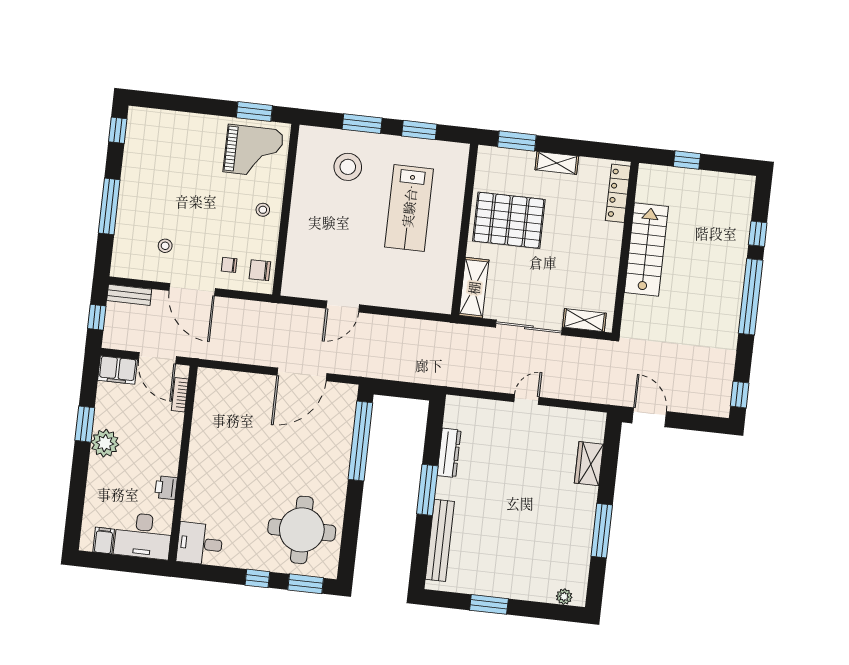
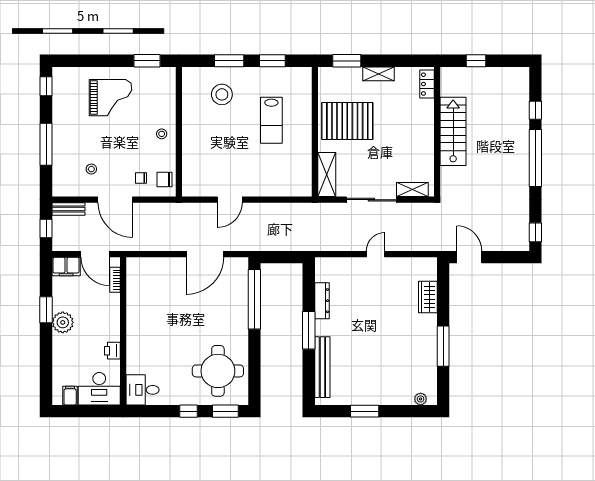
grand piano: (253, 151) -> (111, 98), moved
locker: (618, 193) -> (427, 84), width x0.66
lab bench: (409, 208) -> (271, 120), width x0.73, depth x0.72

